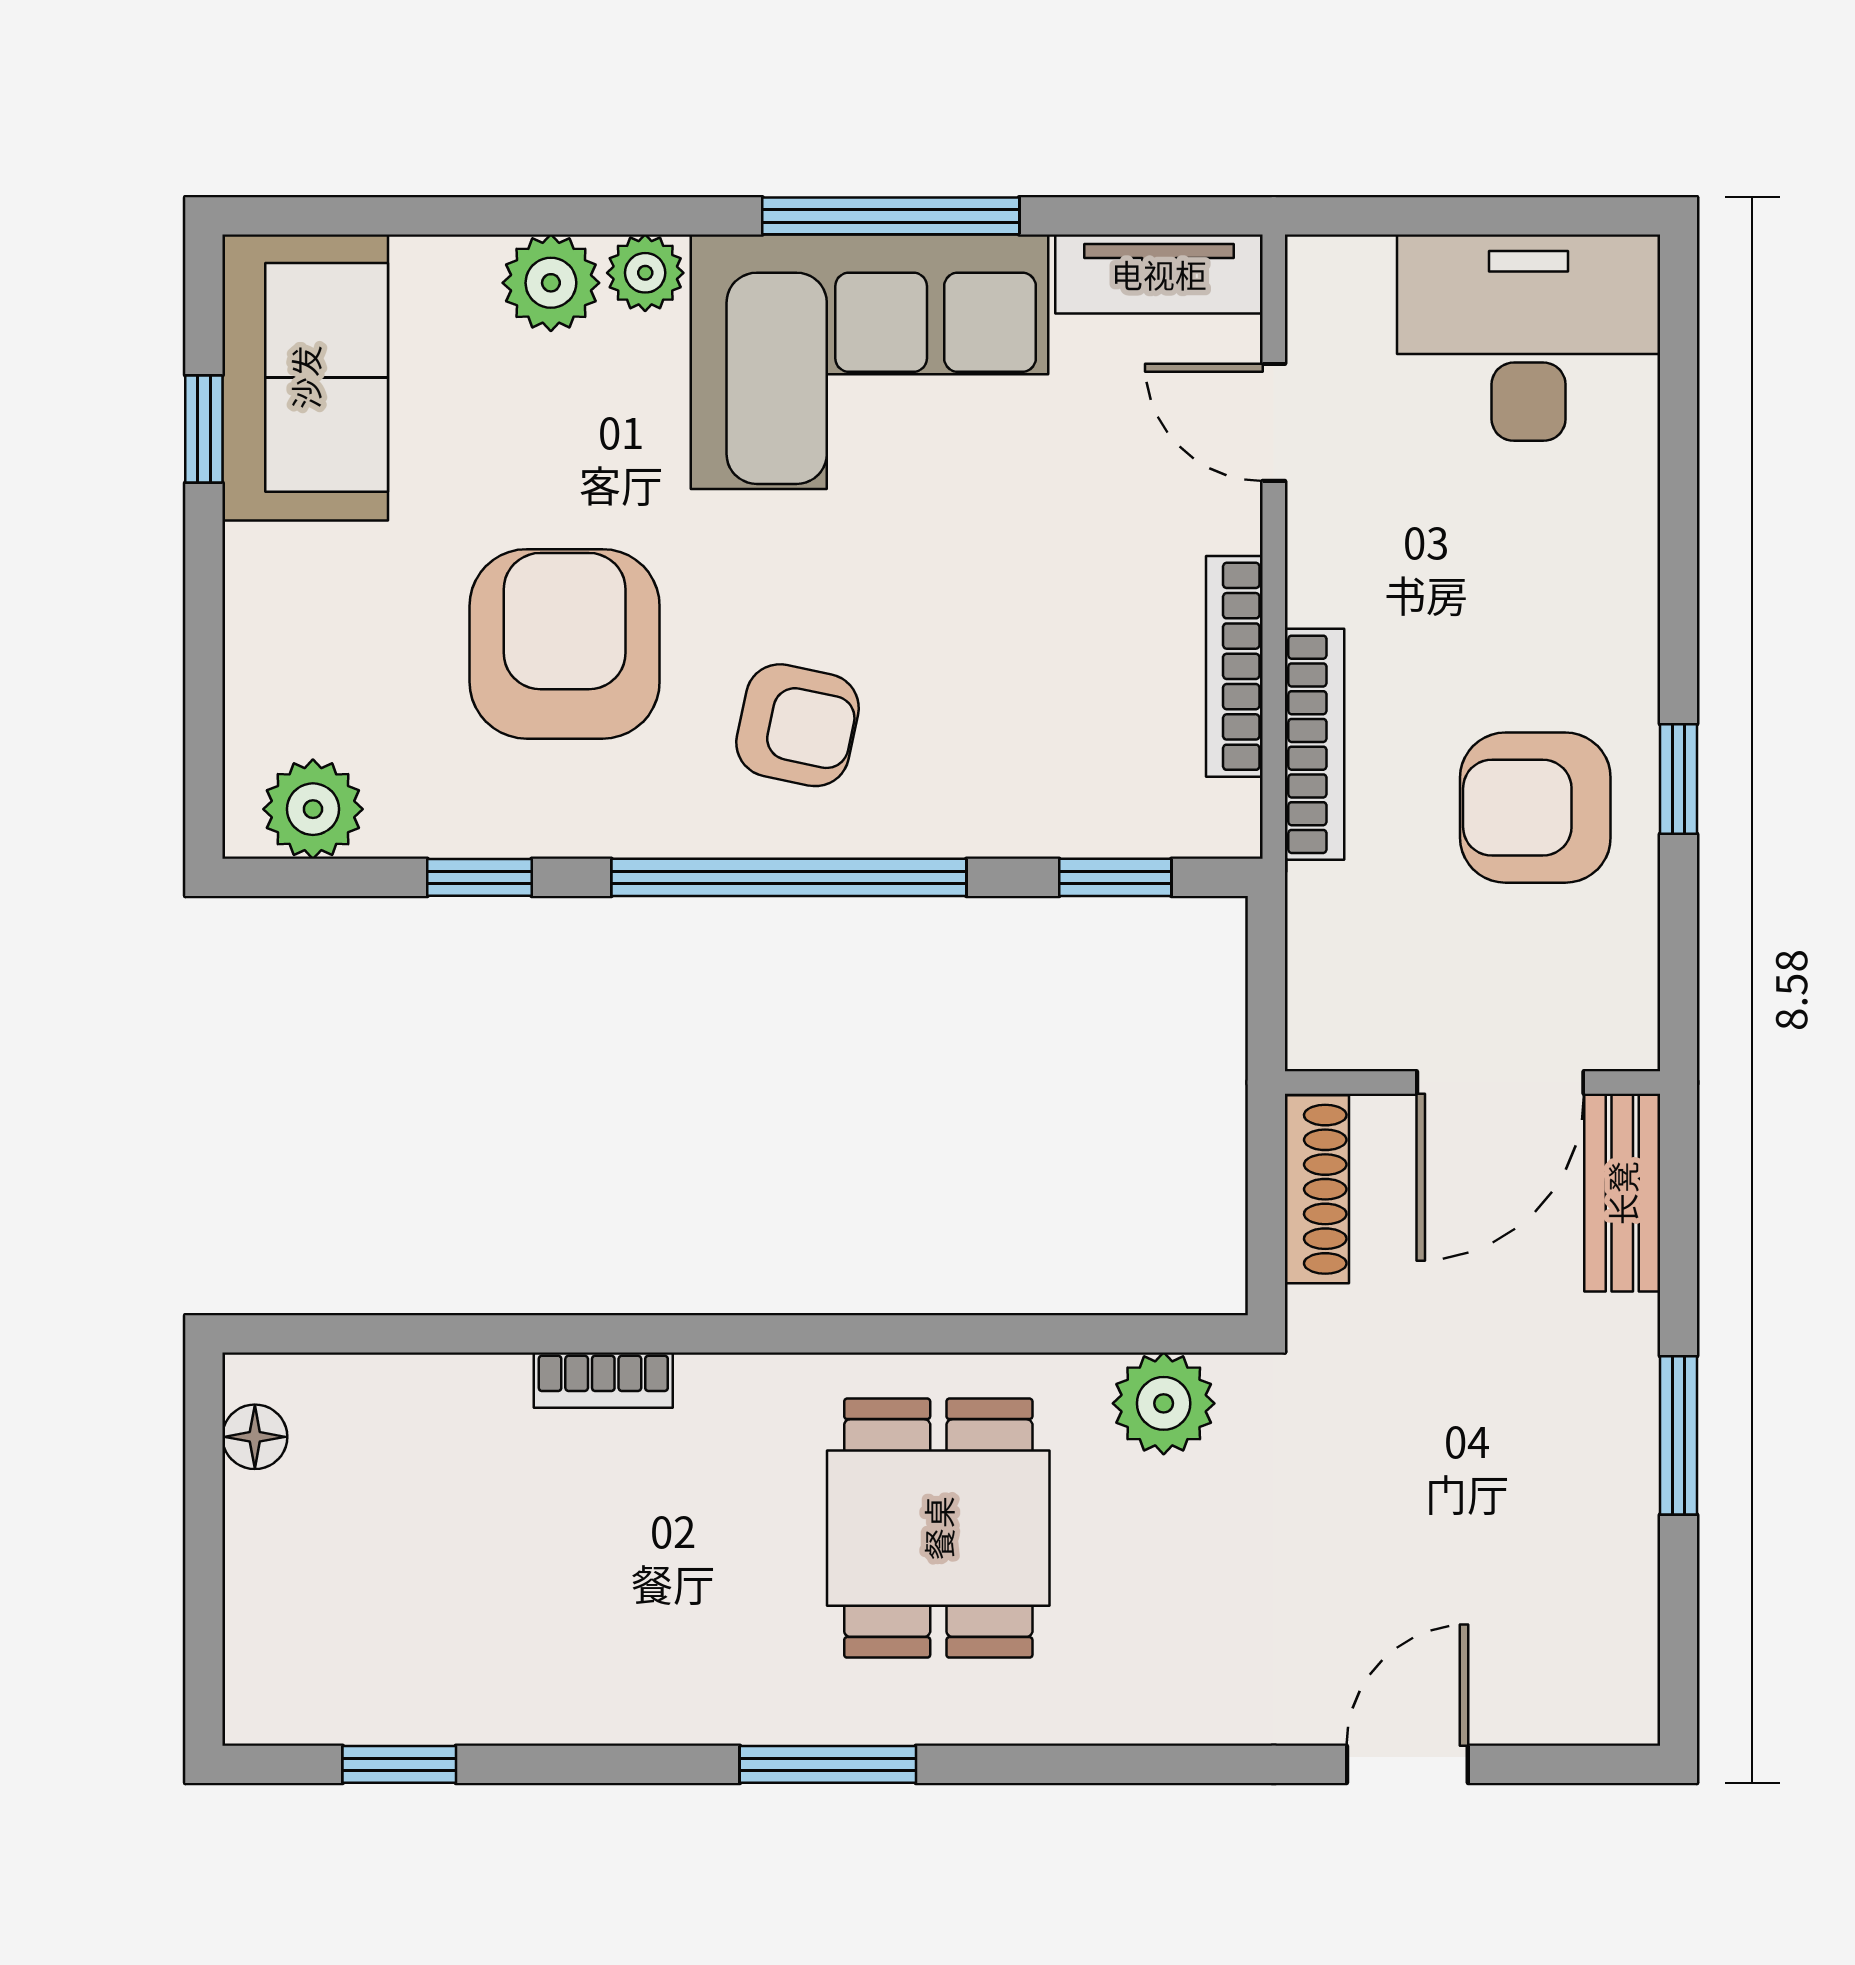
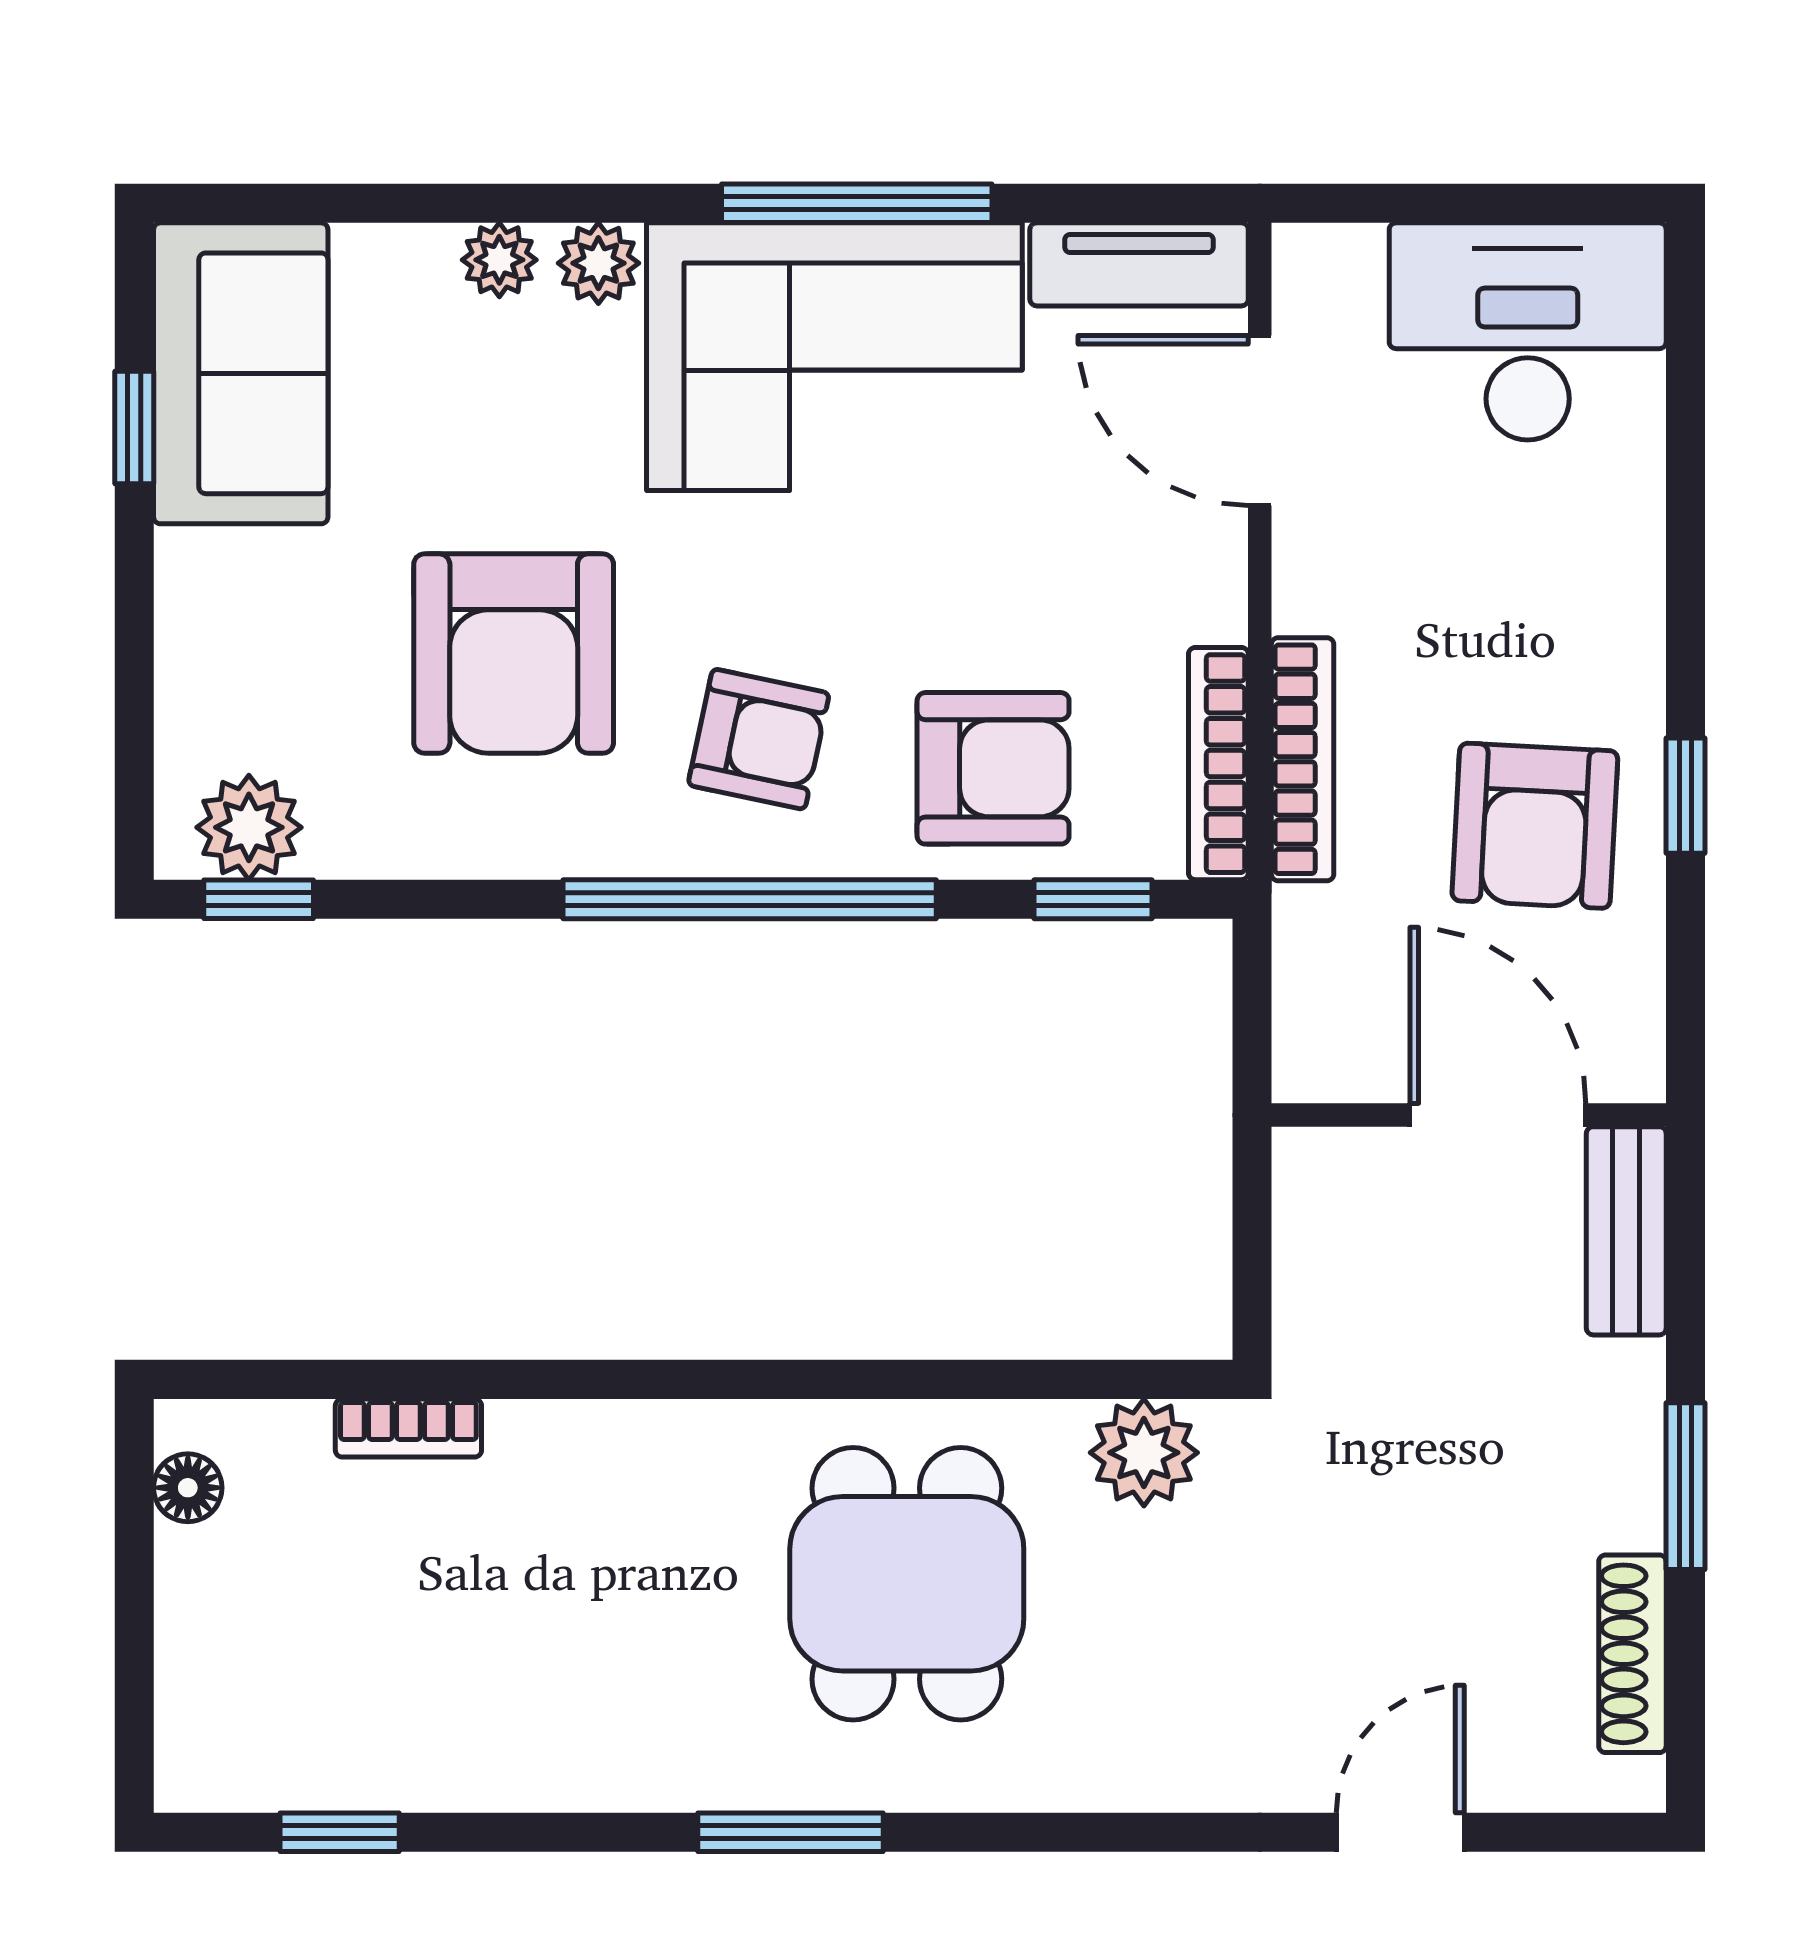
plant: (551, 283) -> (499, 260), width x0.73, depth x0.73
door: (1274, 422) -> (1260, 420), width x1.38
armchair: (565, 644) -> (514, 654), turned 180
bookcase: (1234, 666) -> (1218, 764), moved
armchair: (1020, 753) -> (993, 768), added
armchair: (1535, 808) -> (1535, 826), turned -87
window: (480, 877) -> (259, 899), moved
door: (1500, 1083) -> (1498, 1115), swing flipped
shoe rack: (1317, 1189) -> (1632, 1654), moved, turned 180
bookcase: (603, 1380) -> (408, 1428), moved

